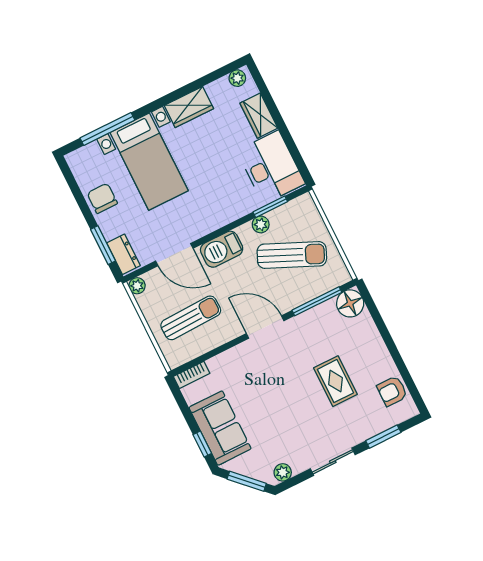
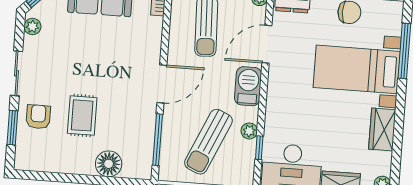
window: (270, 207) -> (259, 148), width x0.67
floor lamp: (350, 303) -> (109, 164), moved
rug: (335, 381) -> (82, 115), turned 90
armchair: (392, 391) -> (38, 117), moved

